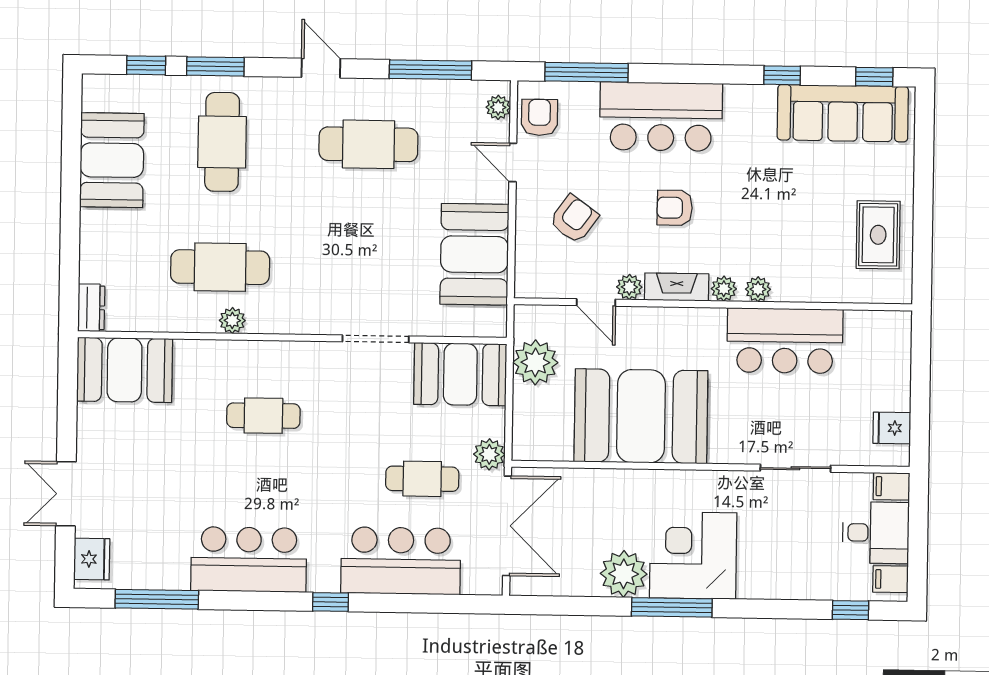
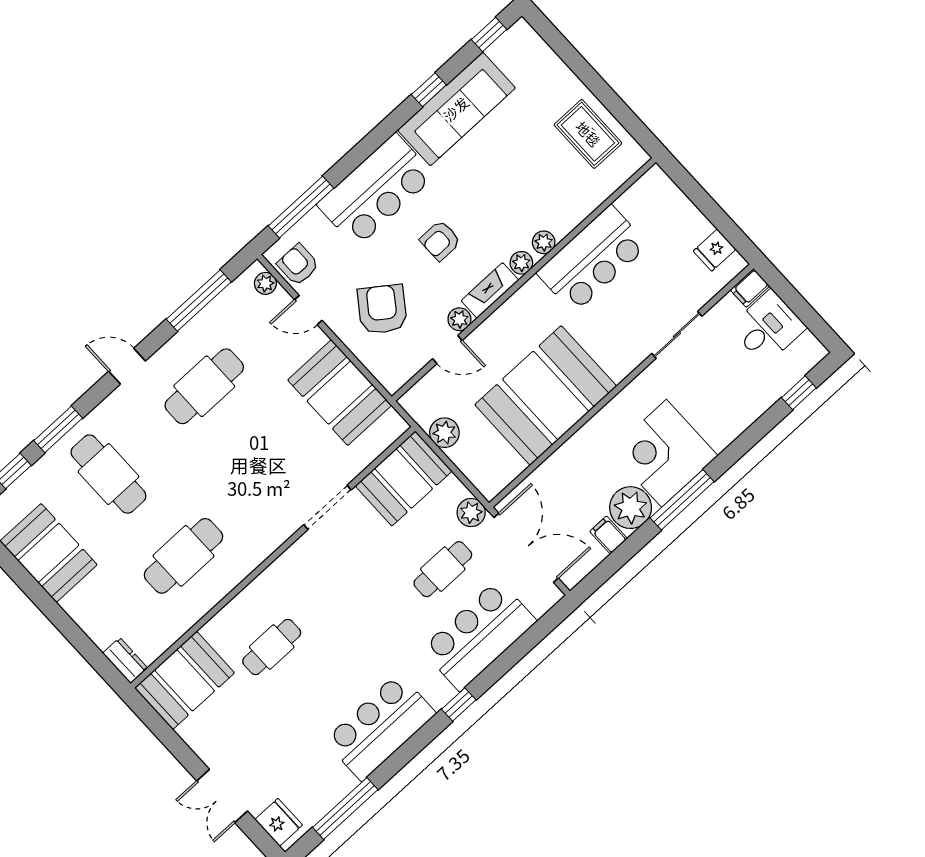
sofa: (843, 113) -> (456, 109), moved
armchair: (574, 219) -> (382, 309), width x1.38, depth x1.38
plant: (232, 320) -> (224, 583), removed
plant: (535, 362) -> (444, 433), width x0.73, depth x0.73
cafe table: (263, 416) -> (272, 647), moved
filing cabinet: (891, 579) -> (609, 535), moved, turned 90

